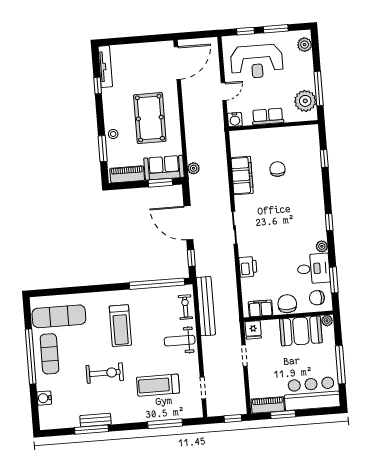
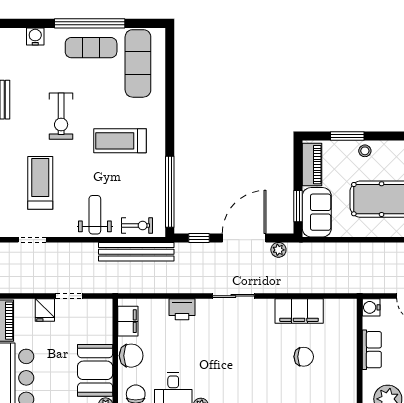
plant: (194, 168) -> (278, 250), moved
fridge: (253, 330) -> (45, 310), moved, turned -90

